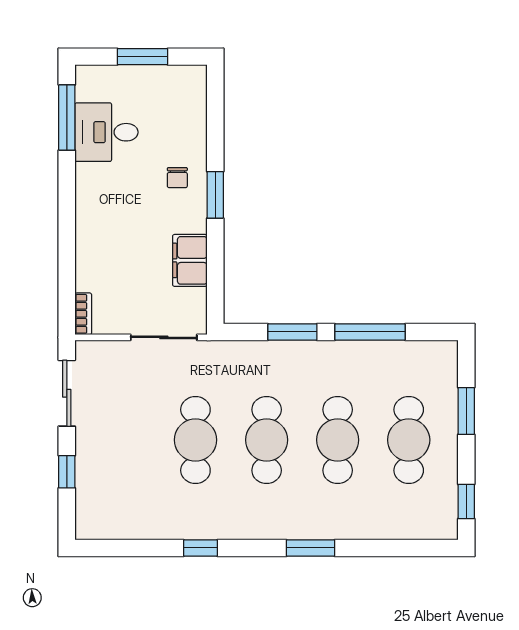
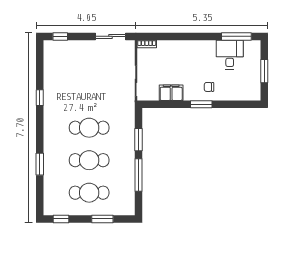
cafe table: (195, 440) -> (89, 95), removed
window: (67, 472) -> (60, 36), moved
window: (310, 548) -> (40, 164), moved

